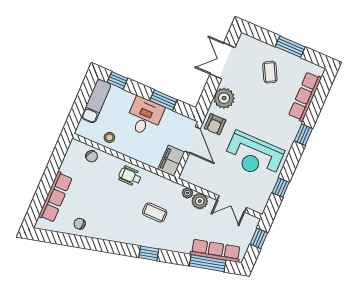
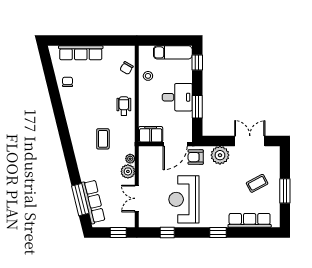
window: (149, 253) -> (68, 148), removed

